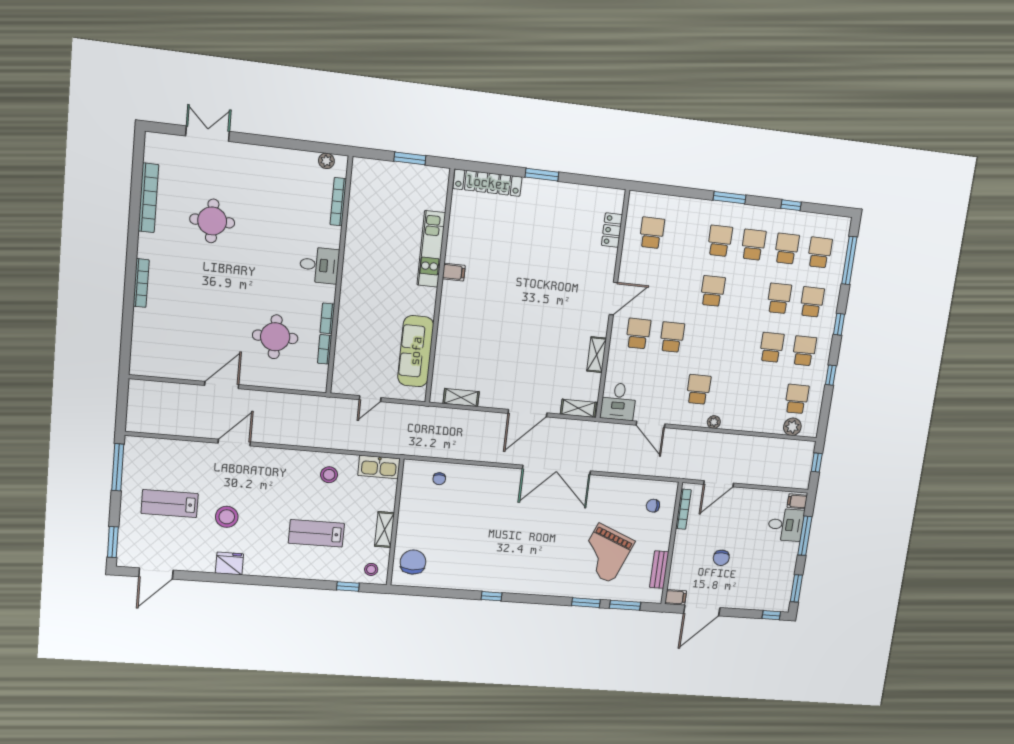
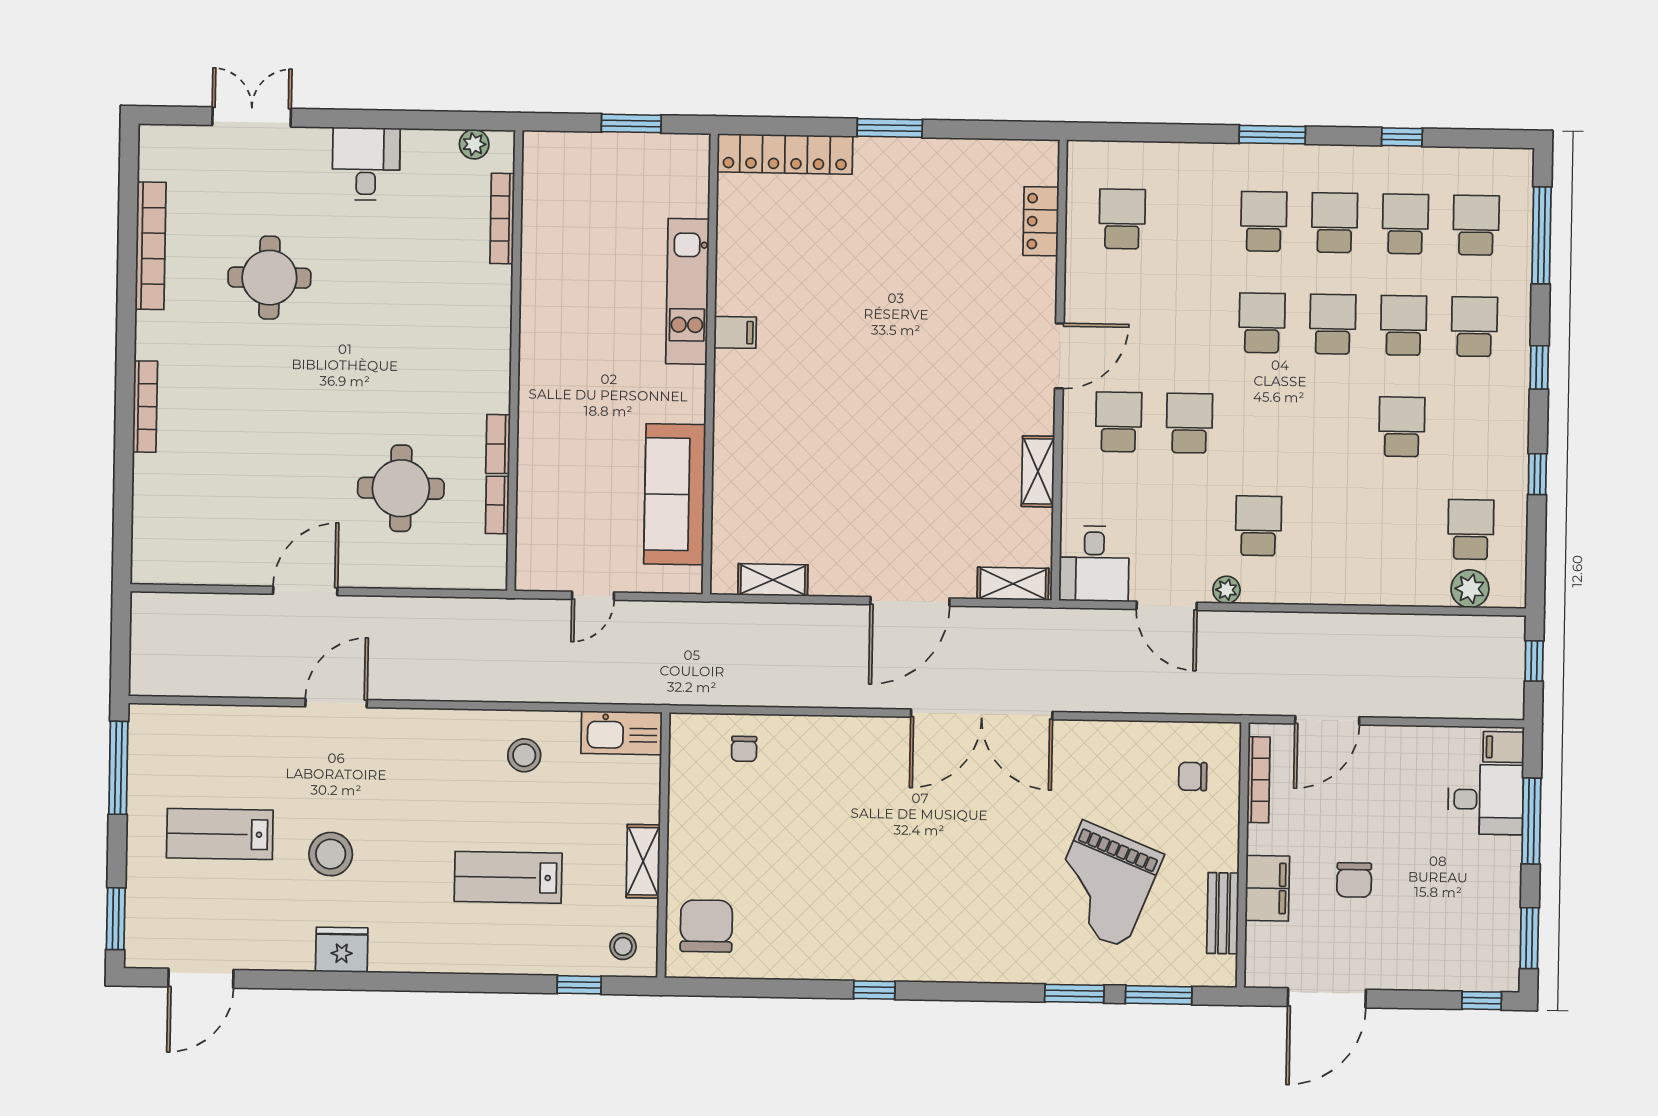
desk: (319, 265) -> (366, 164), moved, turned -90
school desk: (804, 351) -> (1333, 324), moved
plant: (714, 422) -> (1226, 590), moved
filing cabinet: (676, 597) -> (1267, 888), moved, width x2.00

